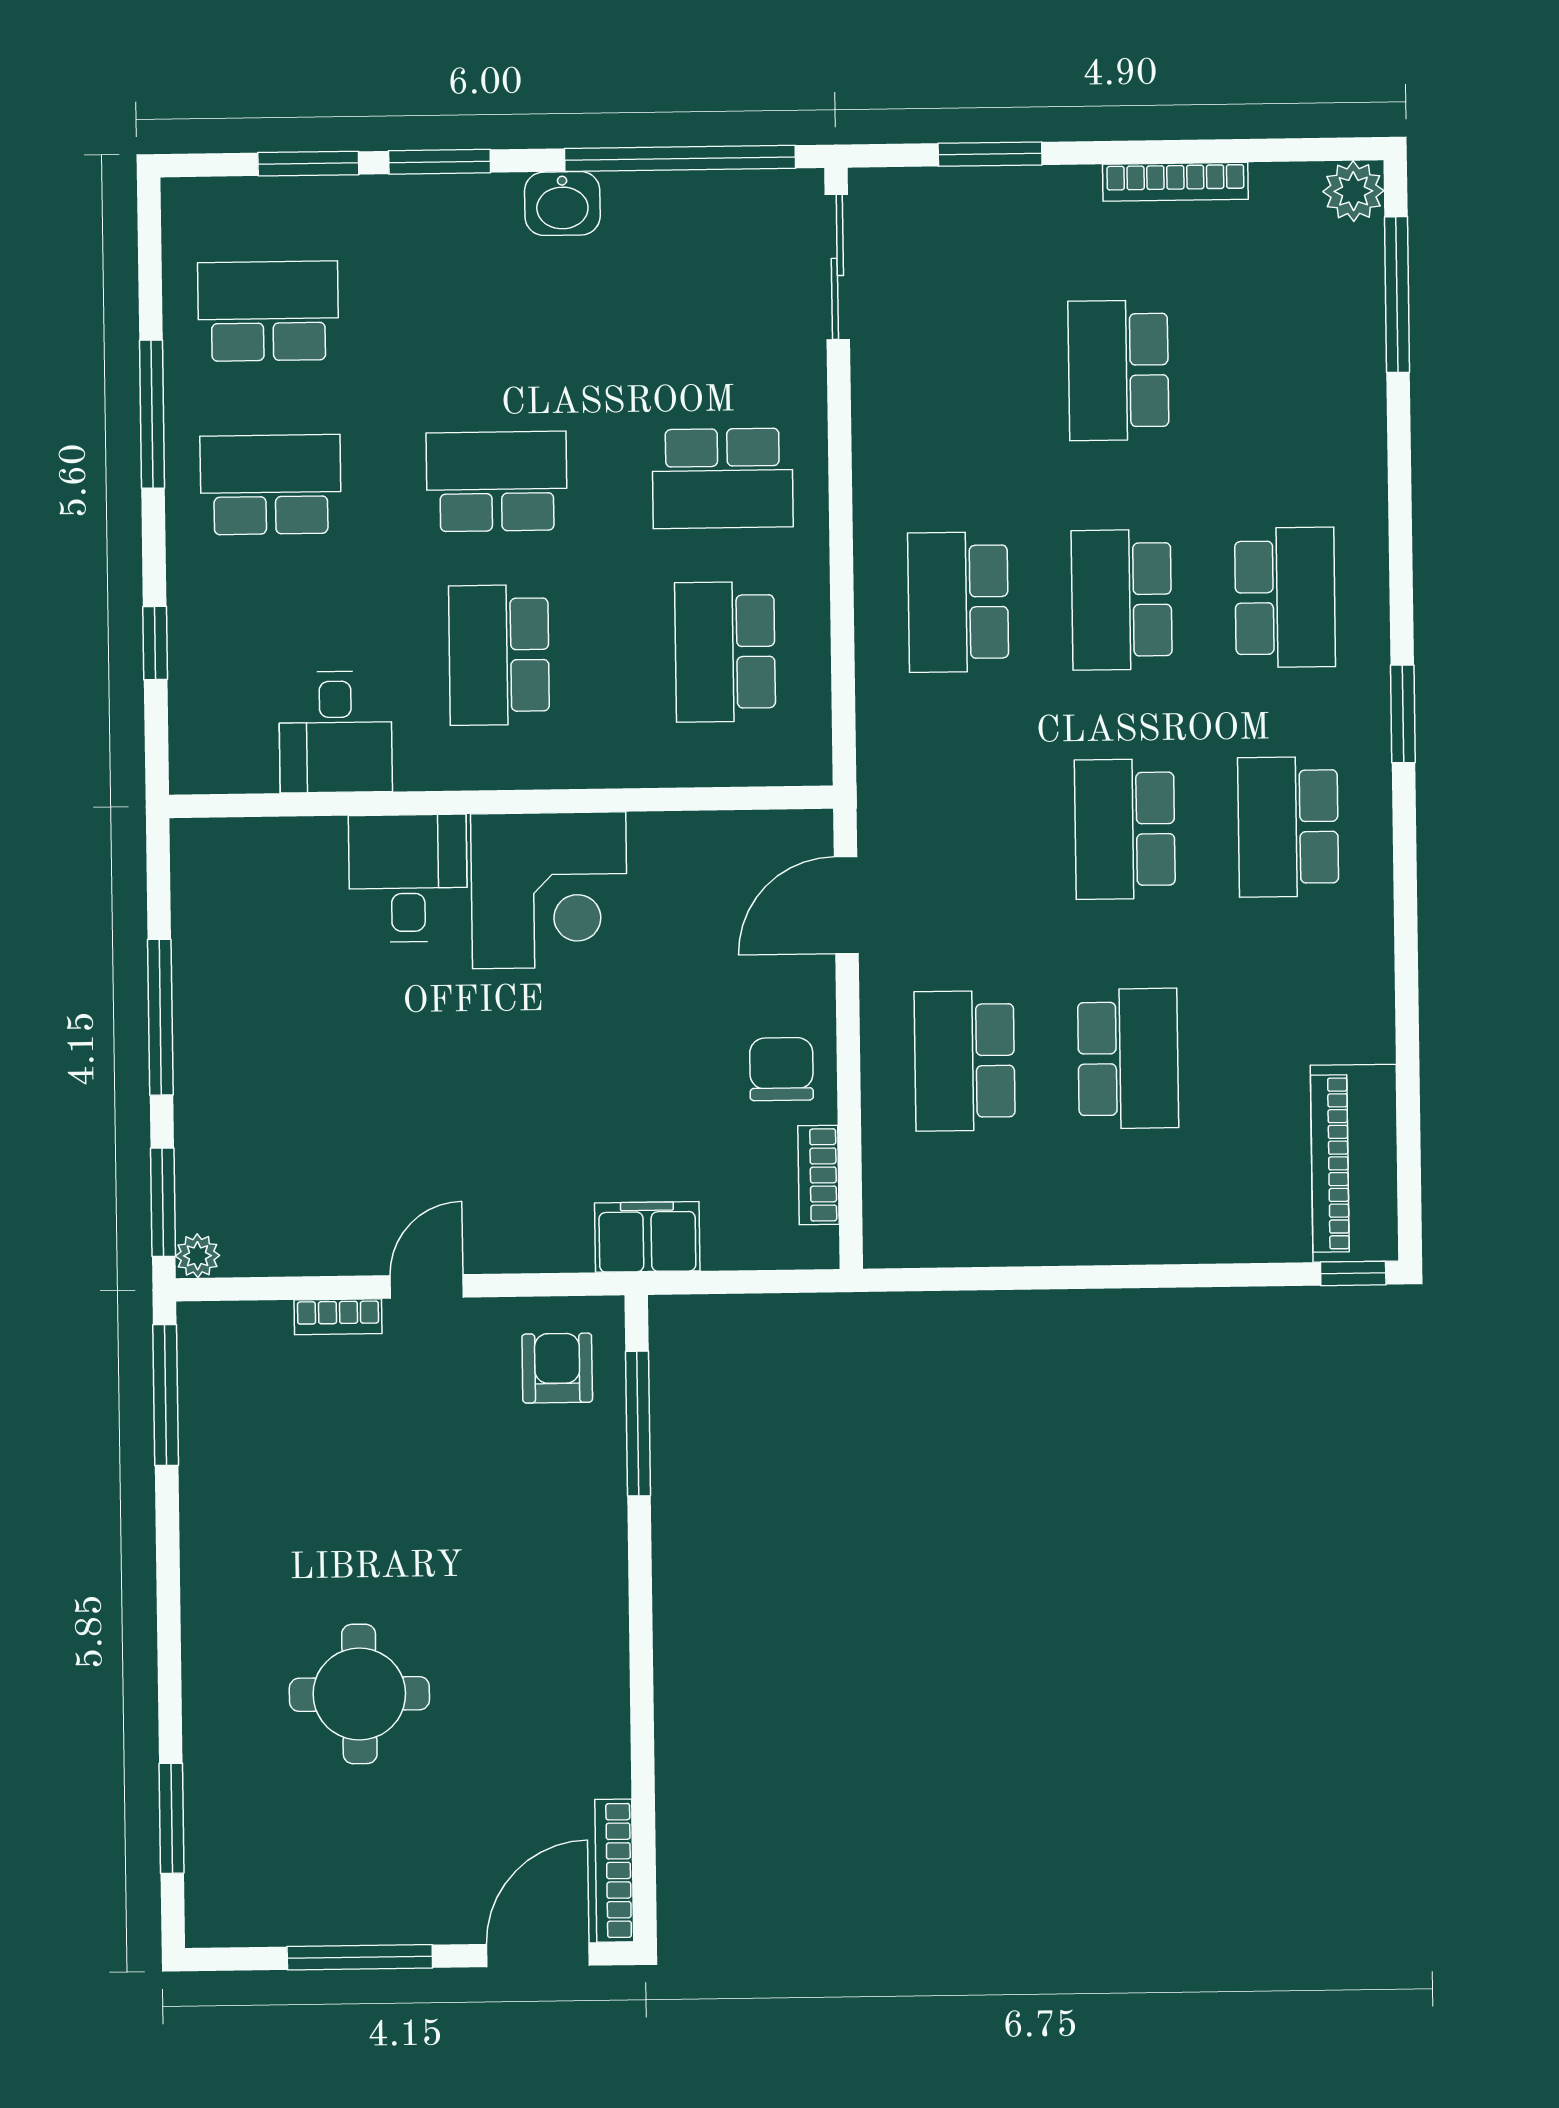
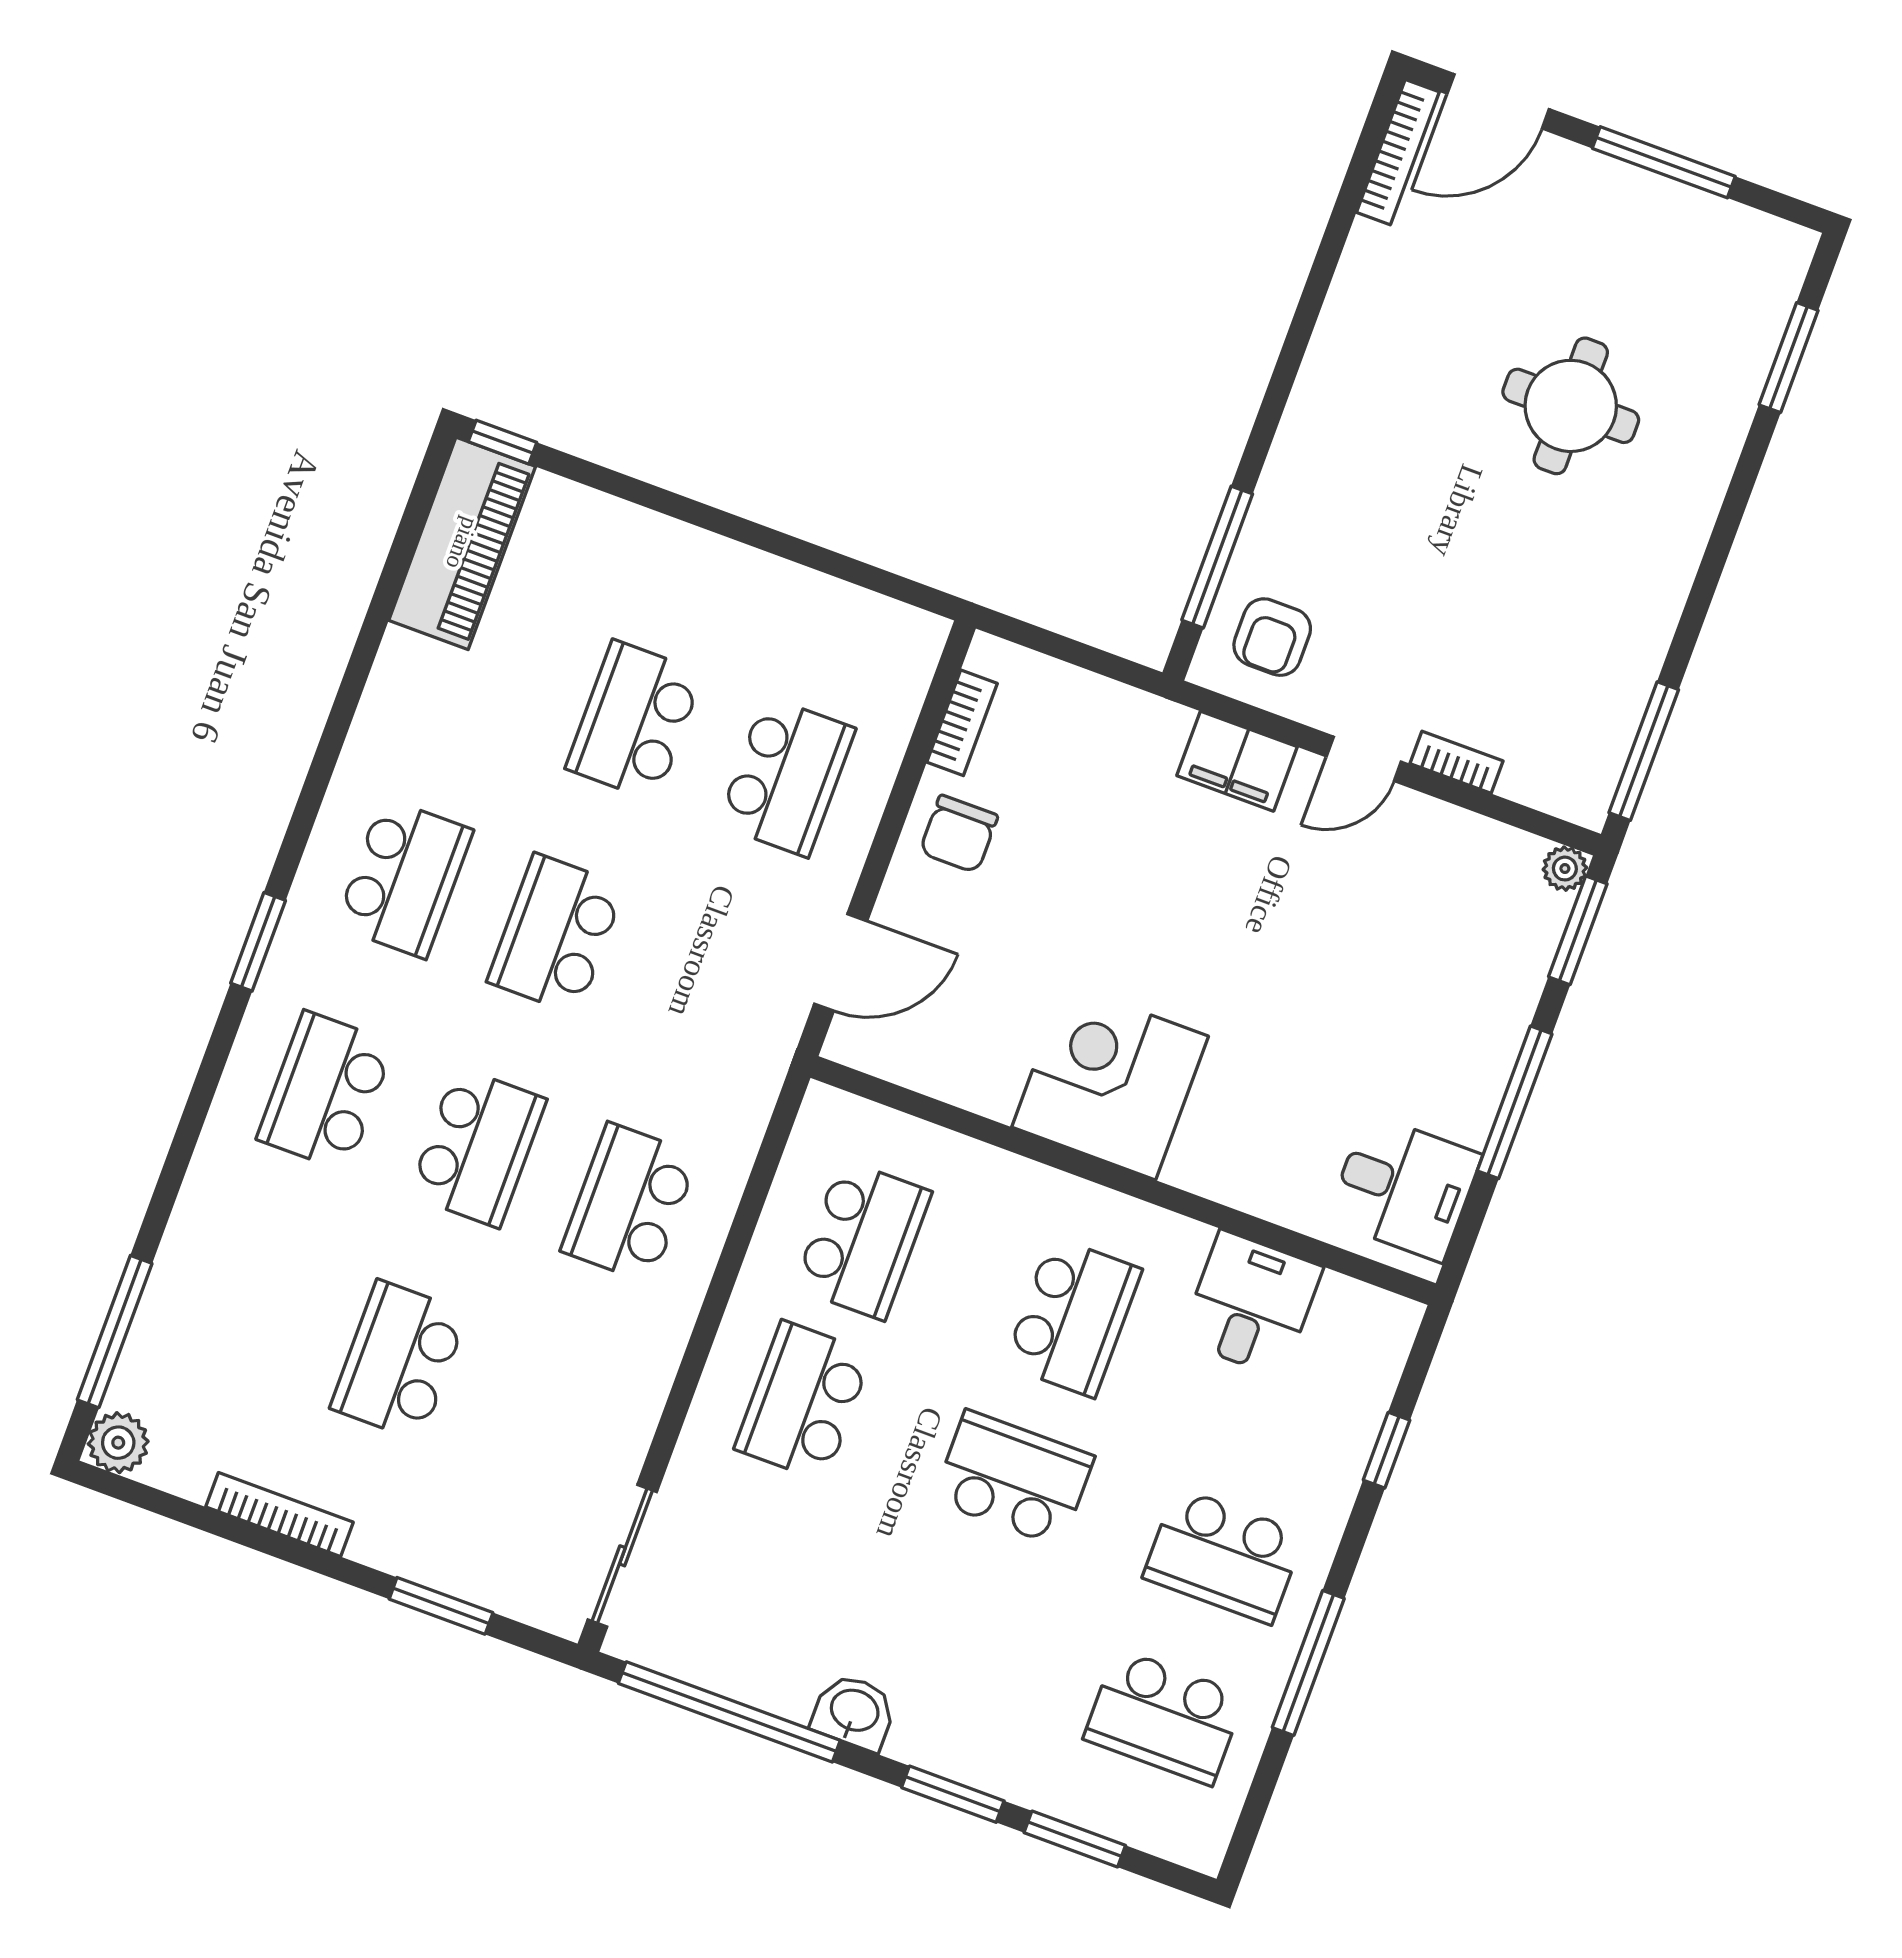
school desk: (1118, 370) -> (399, 1360), turned 180
school desk: (723, 478) -> (803, 1401), turned -90
school desk: (497, 481) -> (1013, 1478), turned 180
school desk: (958, 602) -> (629, 1203), turned 180
school desk: (1125, 829) -> (556, 934), turned 180
desk: (408, 878) -> (1404, 1188), moved, turned -90
filing cabinet: (647, 1237) -> (1237, 761), moved

